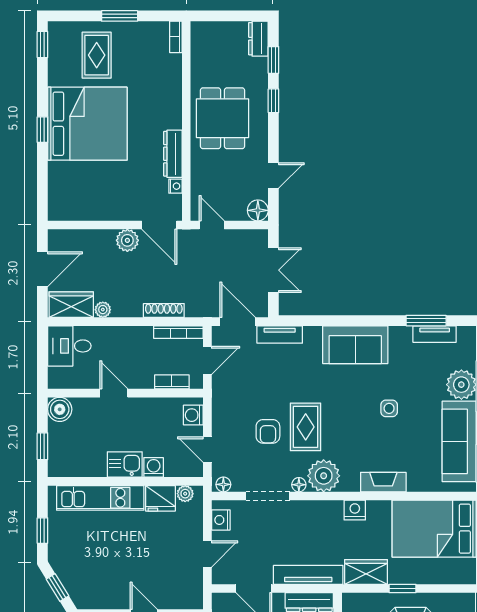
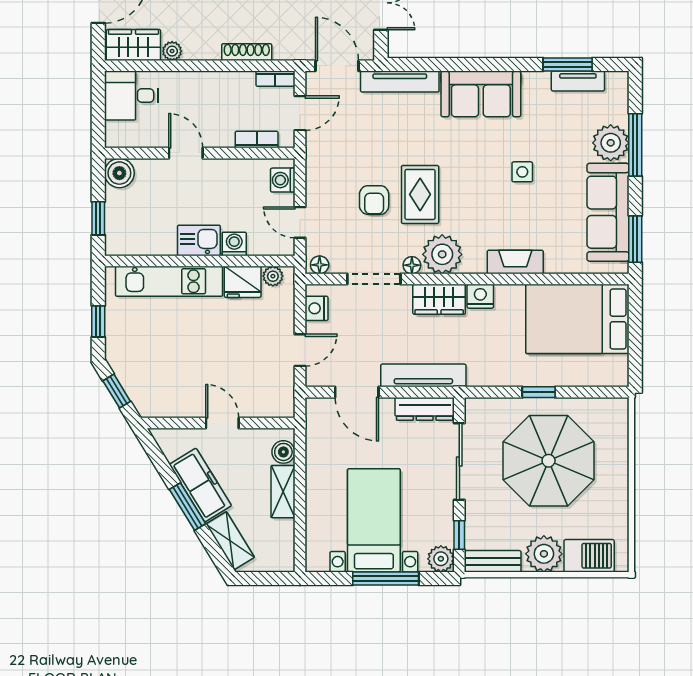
bookcase: (178, 332) -> (275, 79), width x0.64
tv unit: (280, 335) -> (400, 82), width x1.41
wardrobe: (366, 572) -> (439, 299), moved, turned 180

